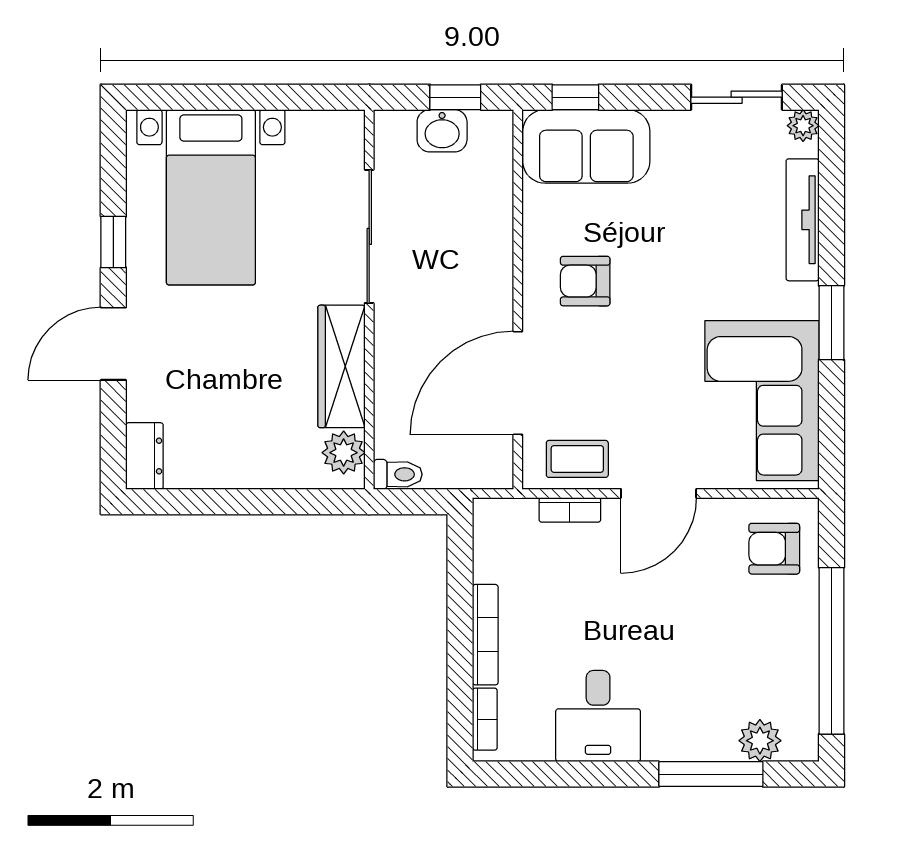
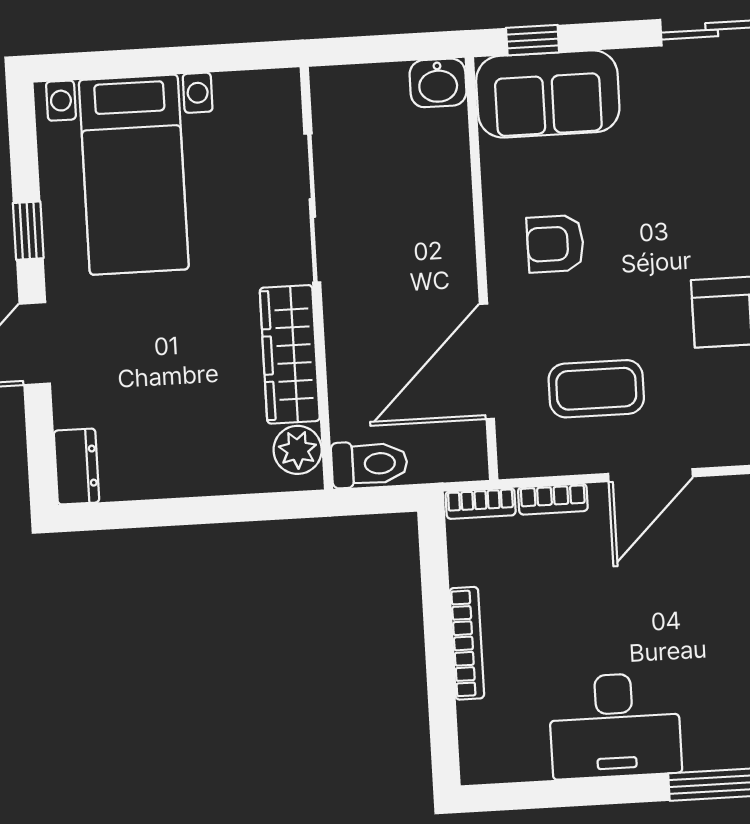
window: (455, 97) -> (399, 48), removed
washbasin: (442, 131) -> (438, 83), moved
coffee table: (577, 459) -> (596, 389), moved, width x1.36, depth x1.30
toilet: (398, 474) -> (369, 464), width x1.37, depth x1.39
desk: (598, 716) -> (615, 726), width x1.37
bookcase: (485, 719) -> (481, 503), moved, turned 90

